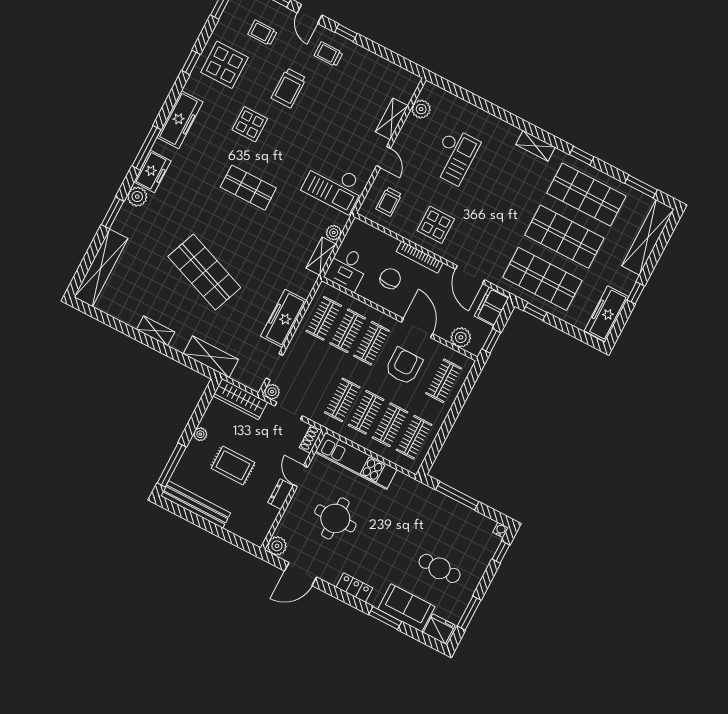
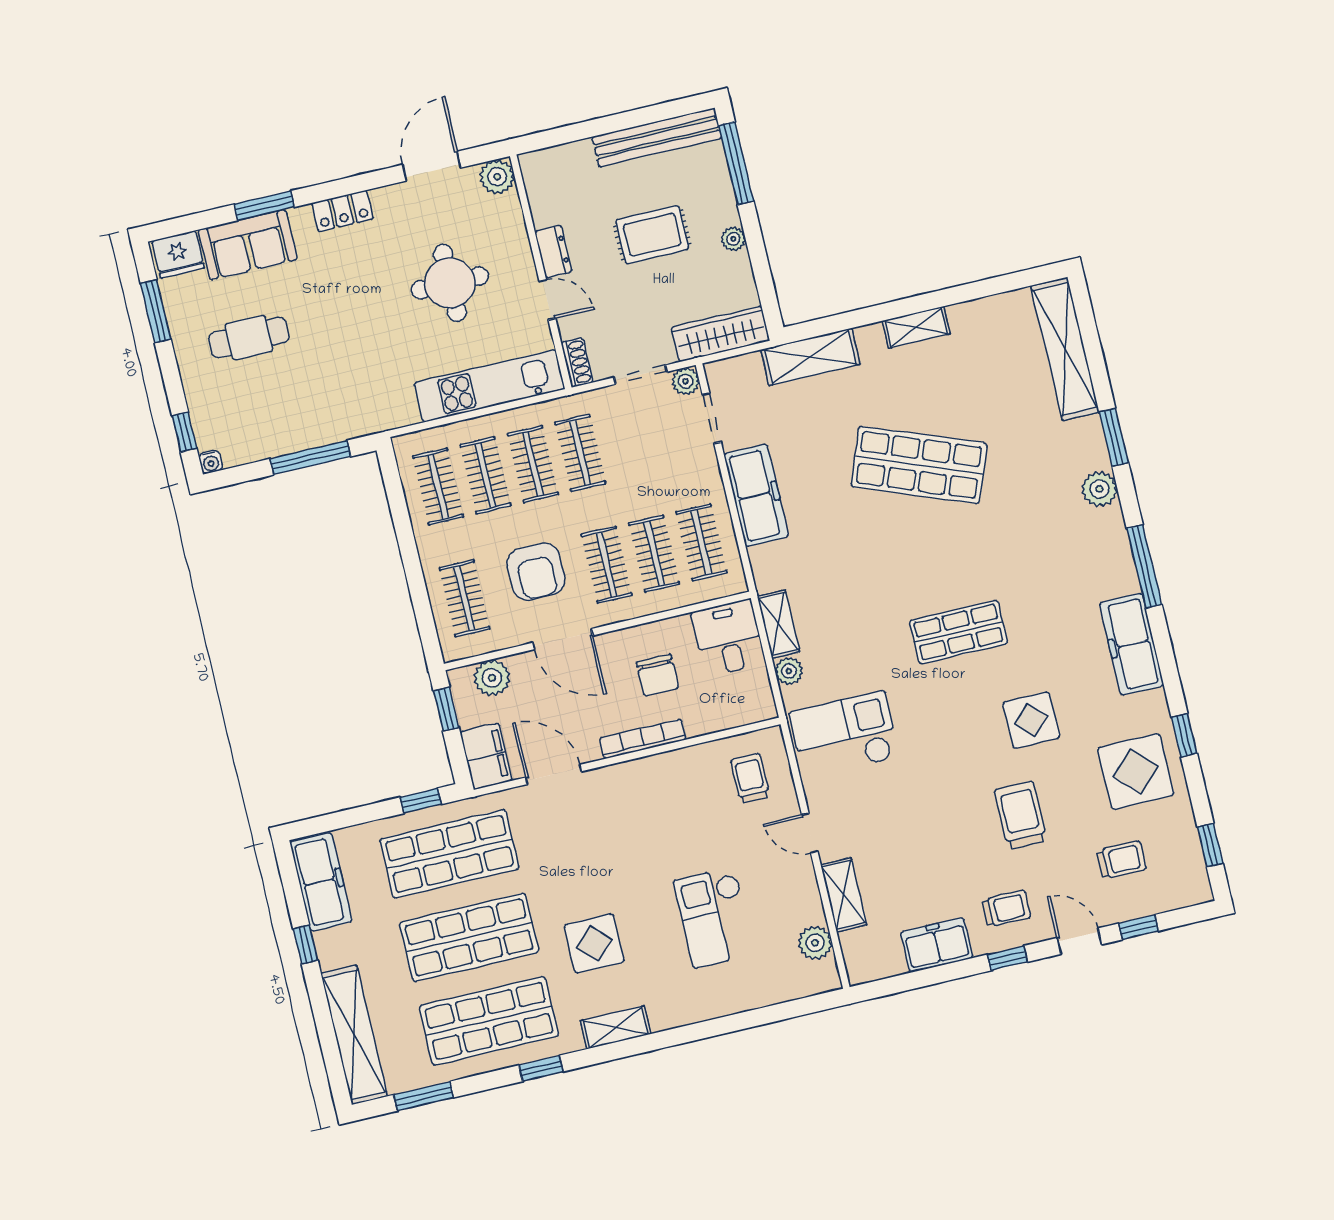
freezer: (152, 171) -> (937, 945), moved, turned 90
display table: (436, 225) -> (594, 943), moved

